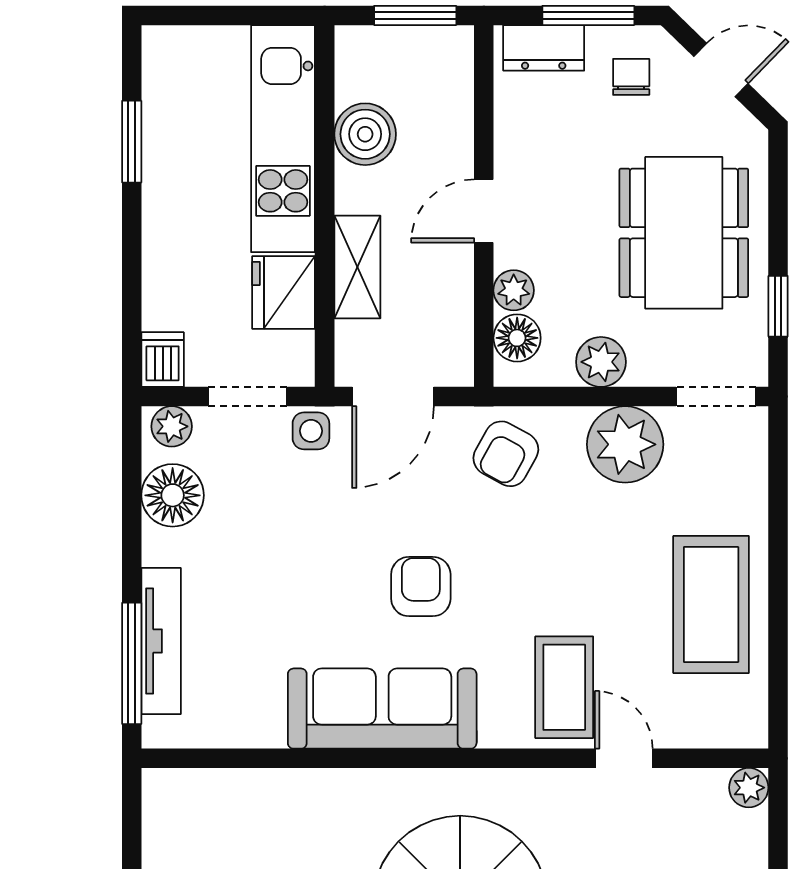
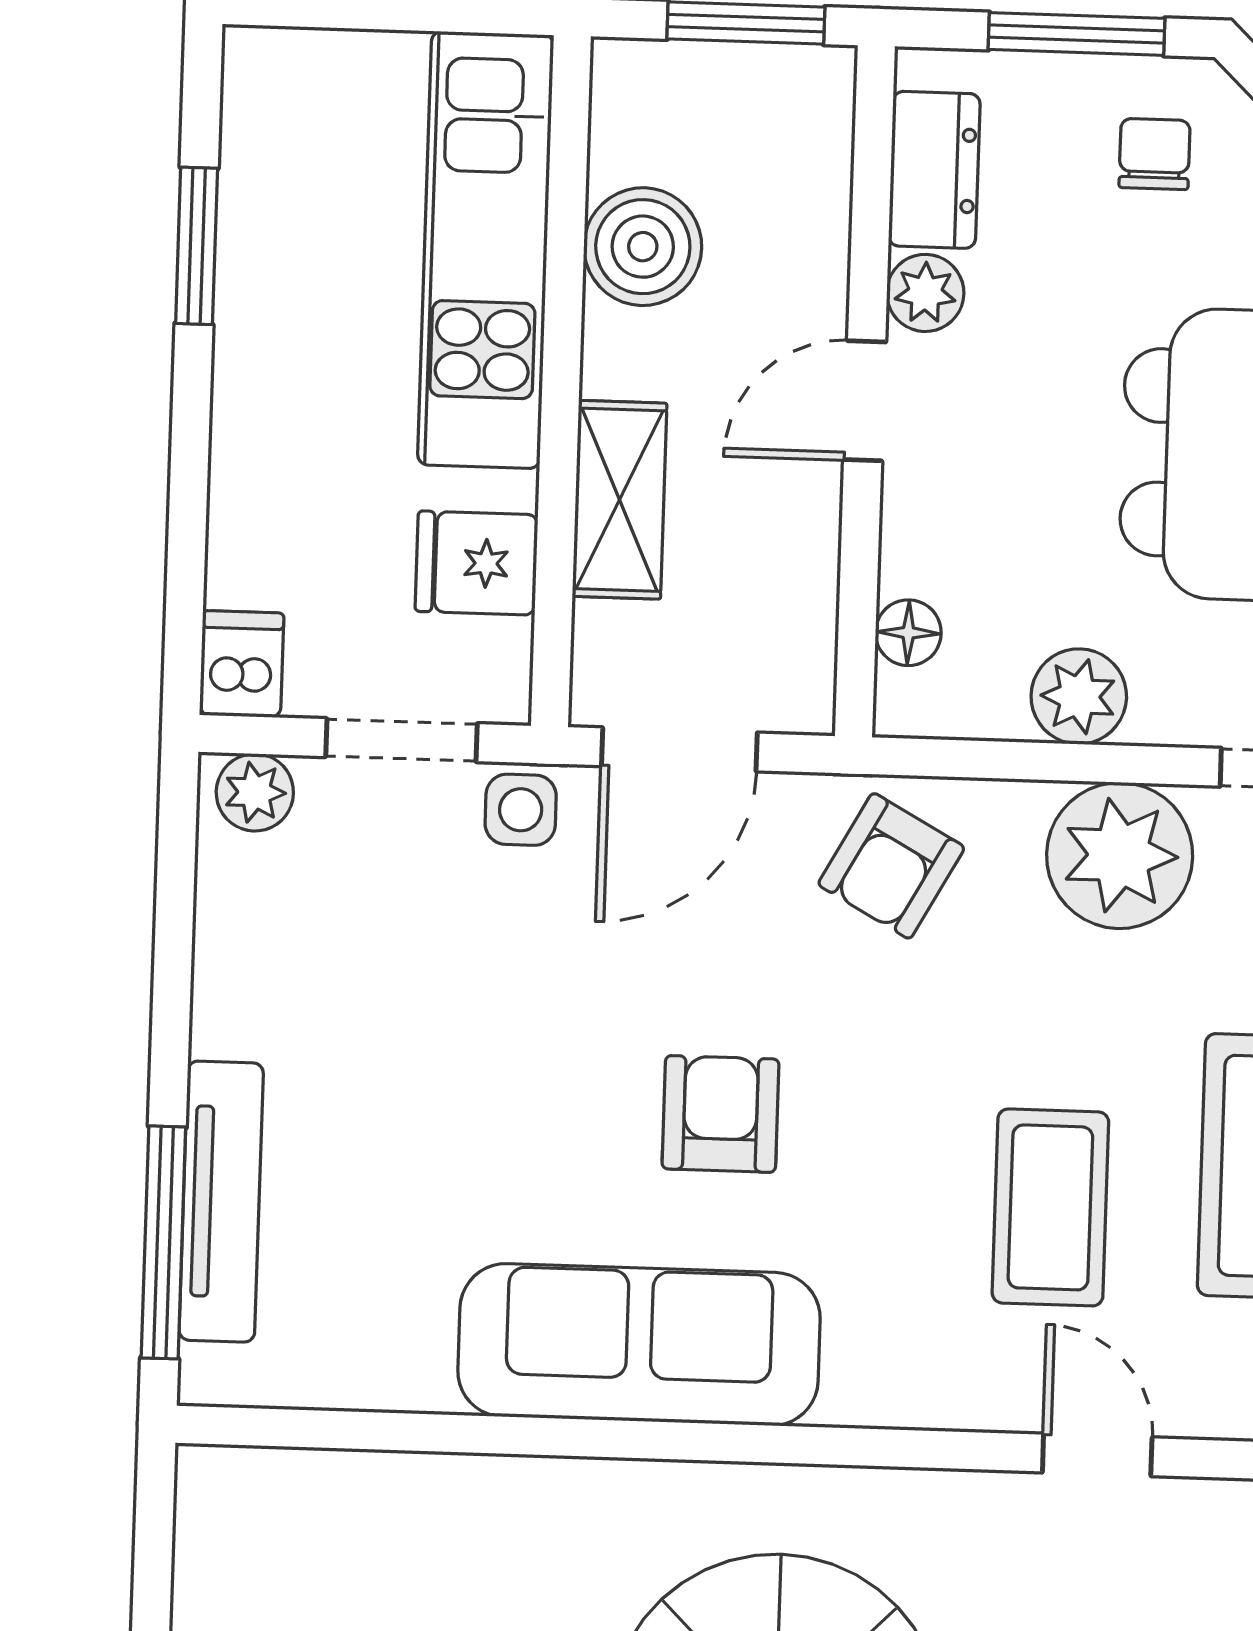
dresser: (544, 48) -> (934, 170), moved, turned -90
plant: (514, 290) -> (925, 293), moved
fridge: (284, 292) -> (476, 563), width x0.72
floor lamp: (517, 338) -> (908, 633), width x0.73, depth x0.73
floor lamp: (173, 495) -> (252, 924), removed
coffee table: (564, 687) -> (1050, 1207), moved

